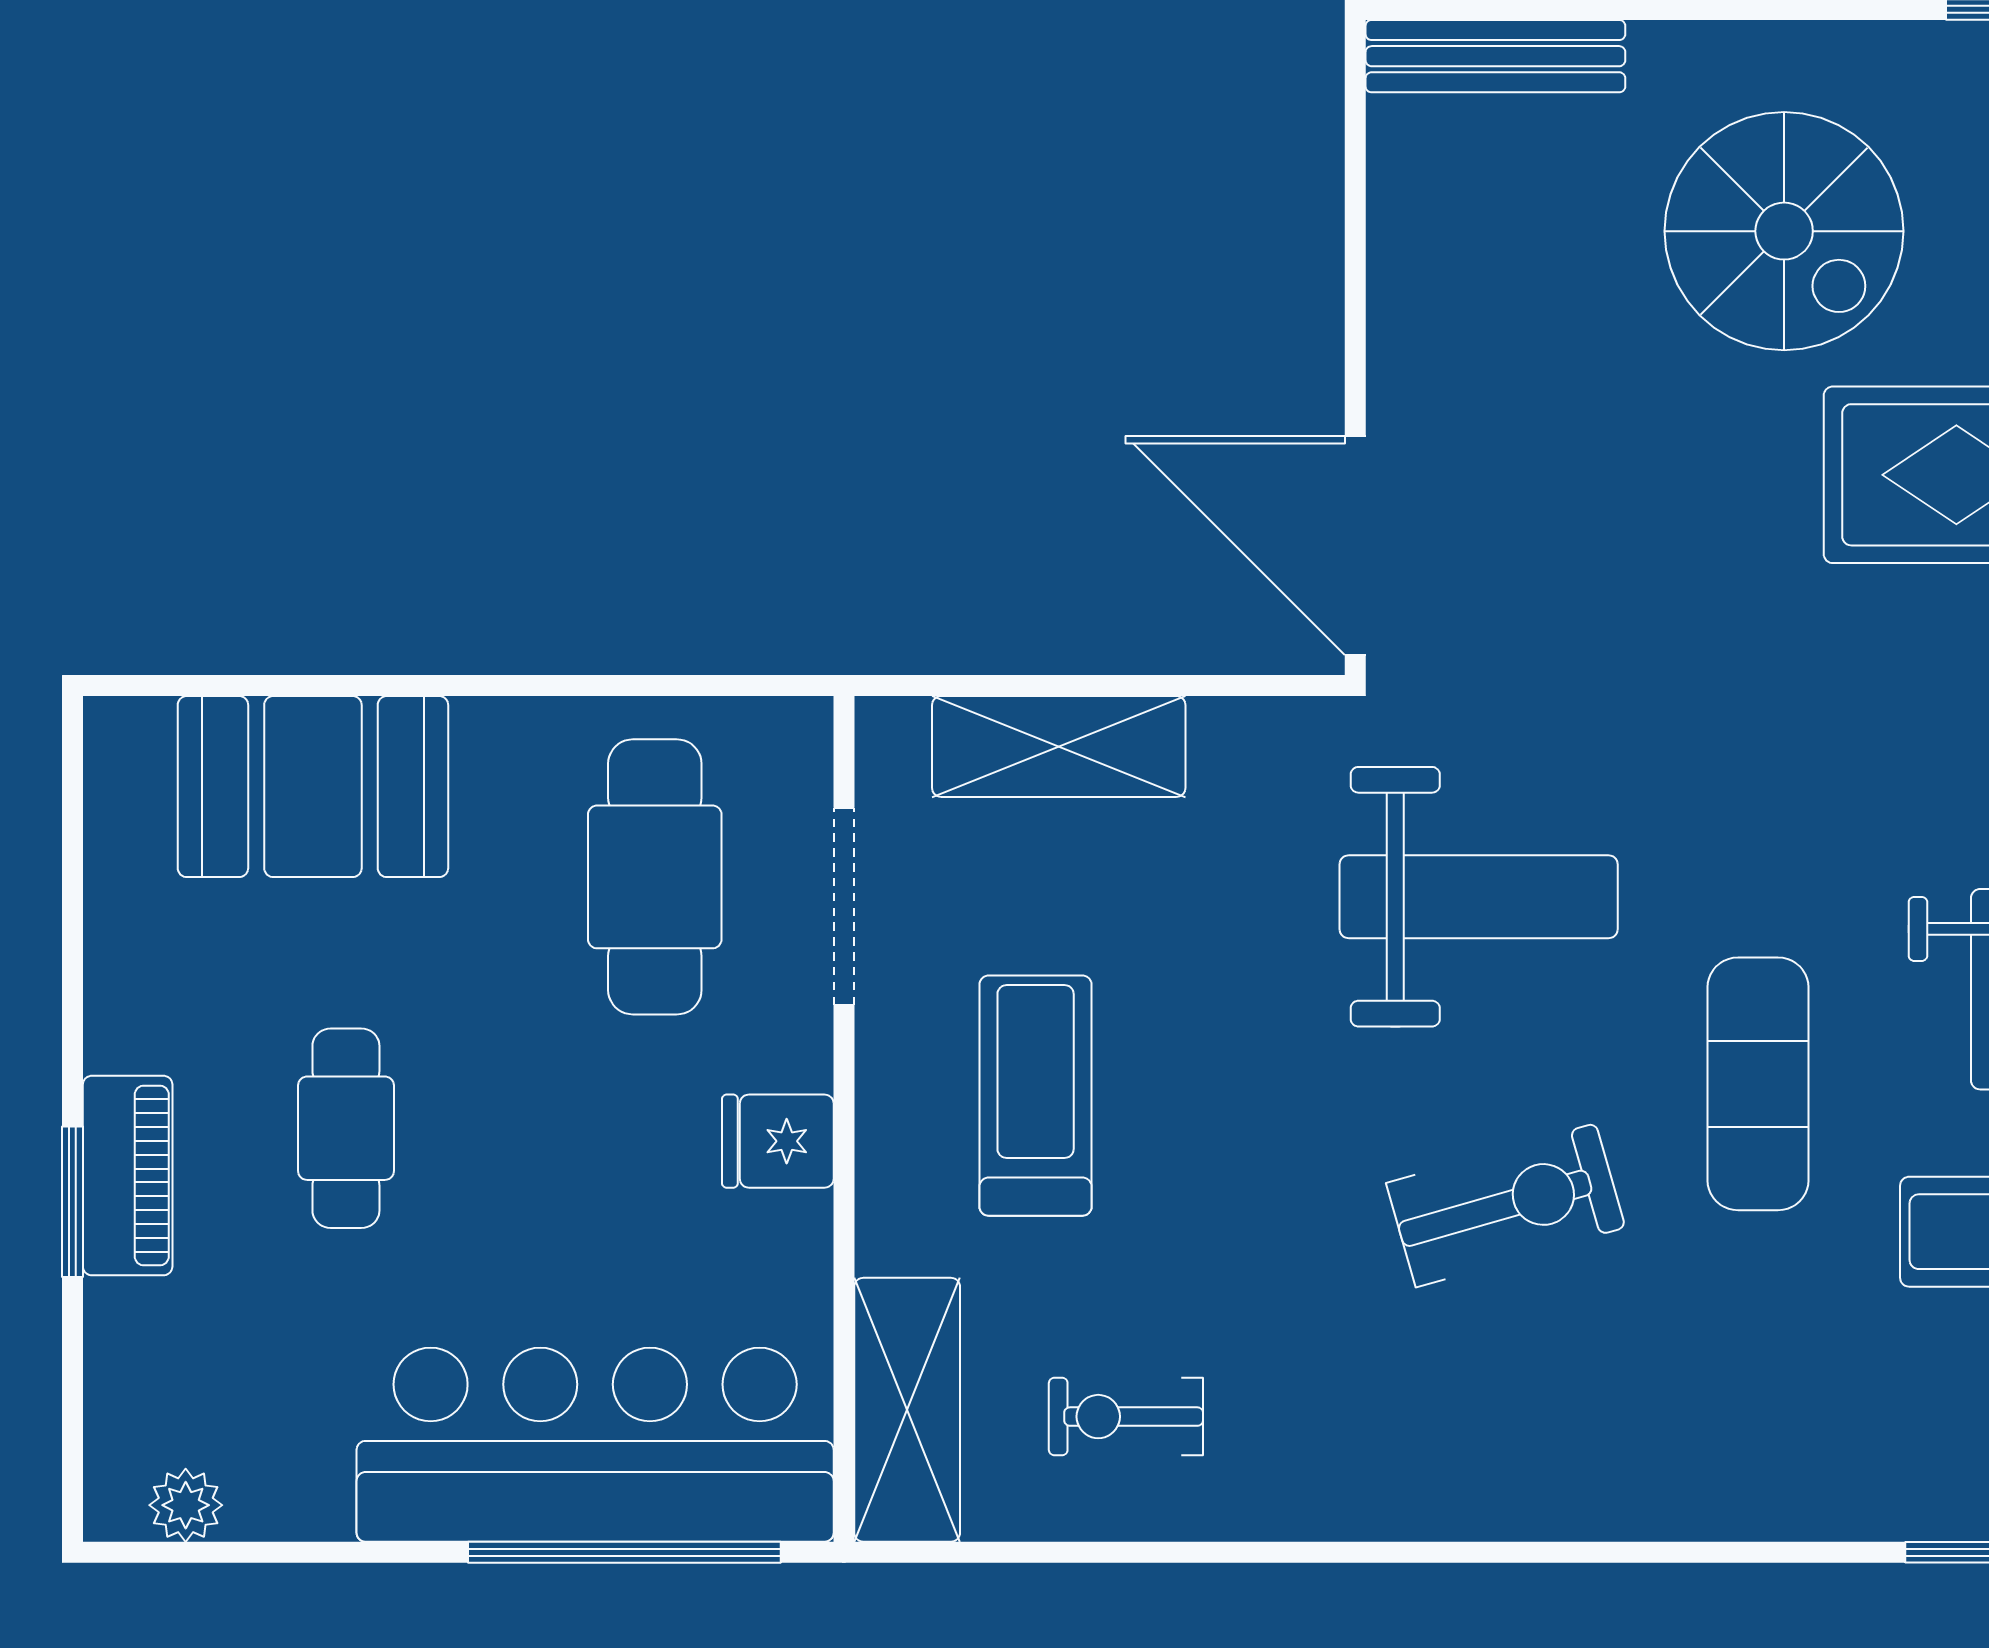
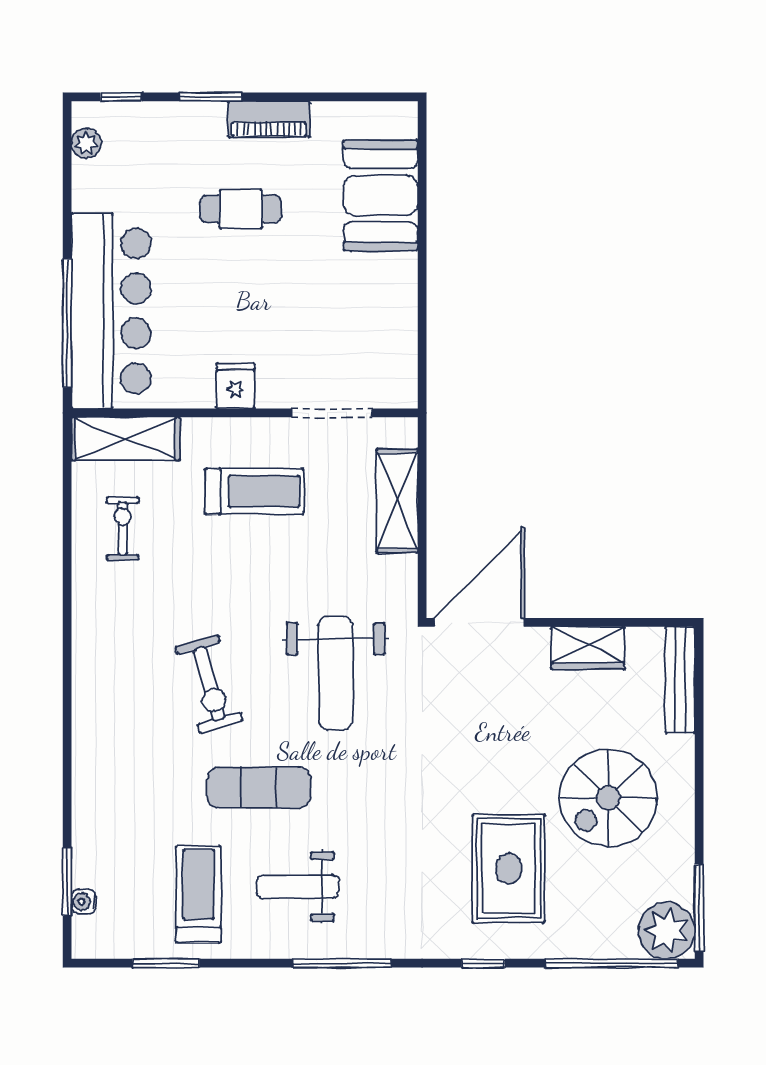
wardrobe: (1418, 281) -> (588, 648), added
cafe table: (655, 877) -> (344, 335), removed
piano: (128, 1176) -> (269, 119), moved
window: (73, 1420) -> (121, 97), added

